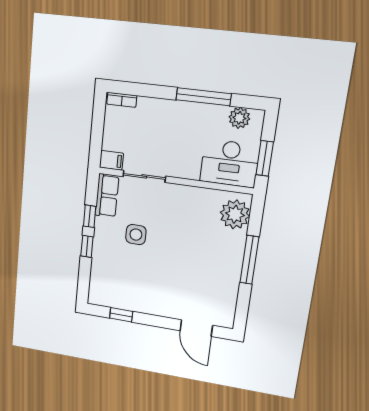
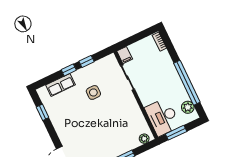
window: (203, 97) -> (187, 83), width x1.46
row of seats: (107, 196) -> (60, 85), moved
plant: (235, 214) -> (144, 139), width x0.53, depth x0.53

